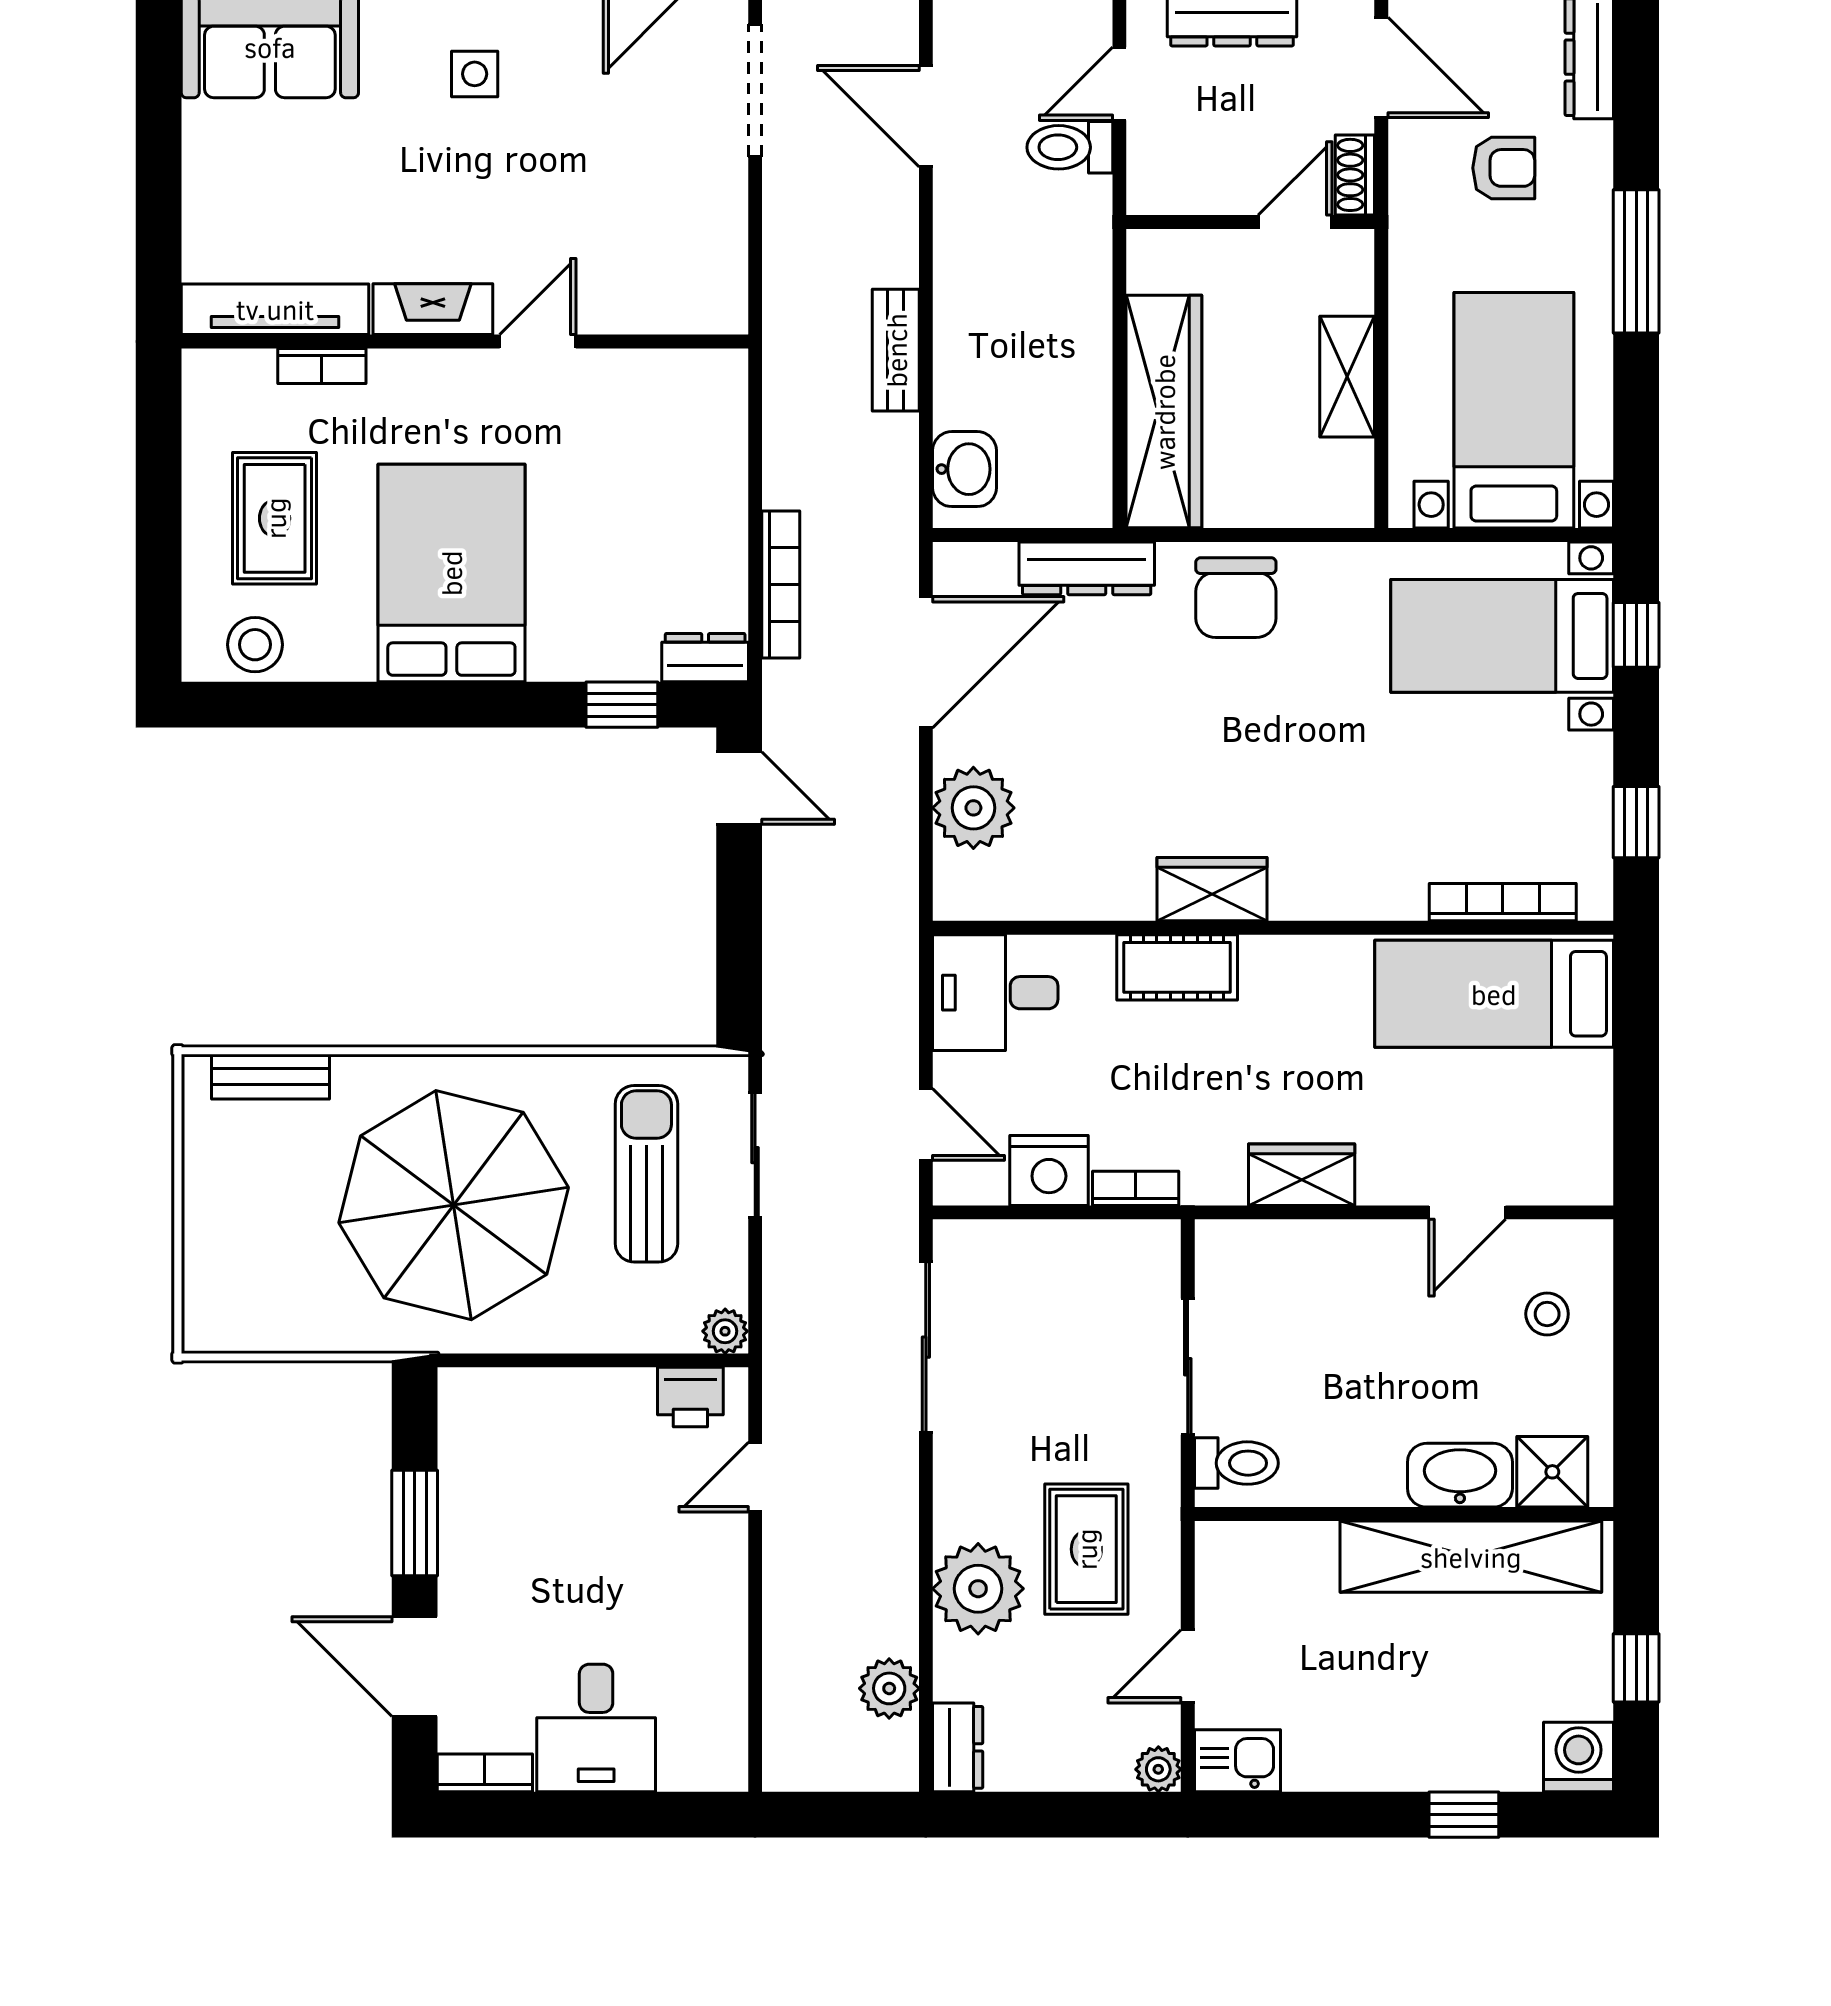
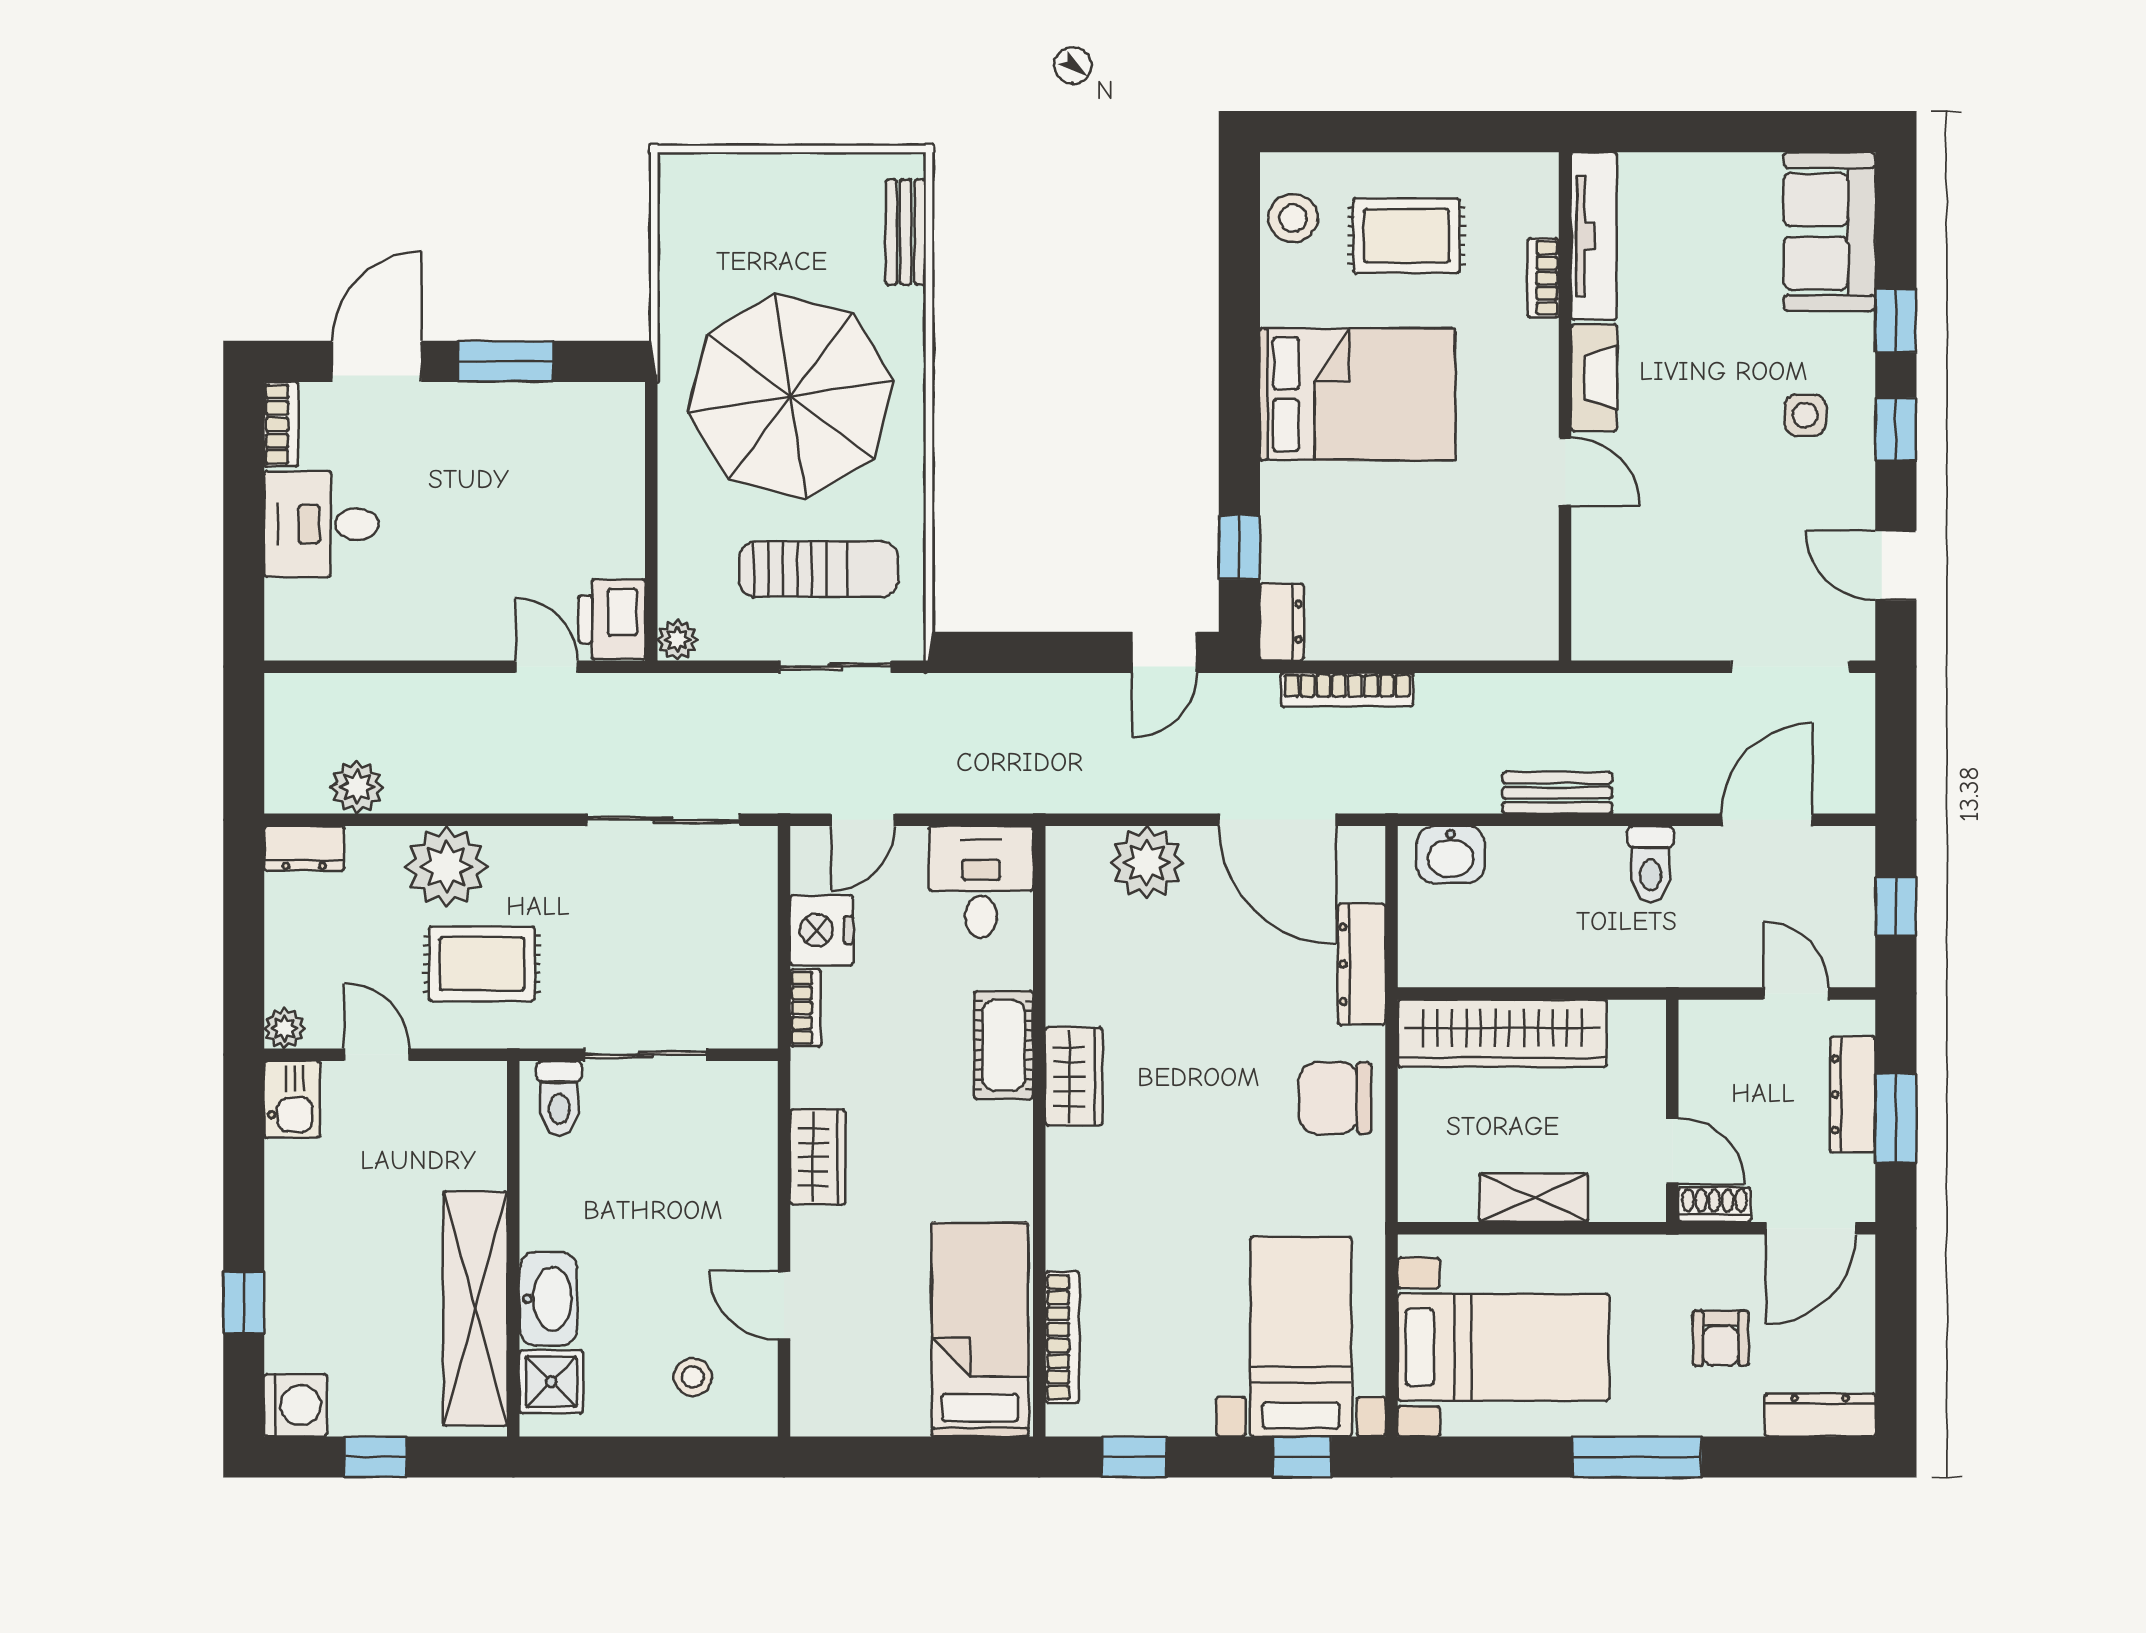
toilet: (1070, 147) -> (1651, 864), moved, turned 180
printer: (690, 1397) -> (612, 619), width x1.36, depth x1.24

